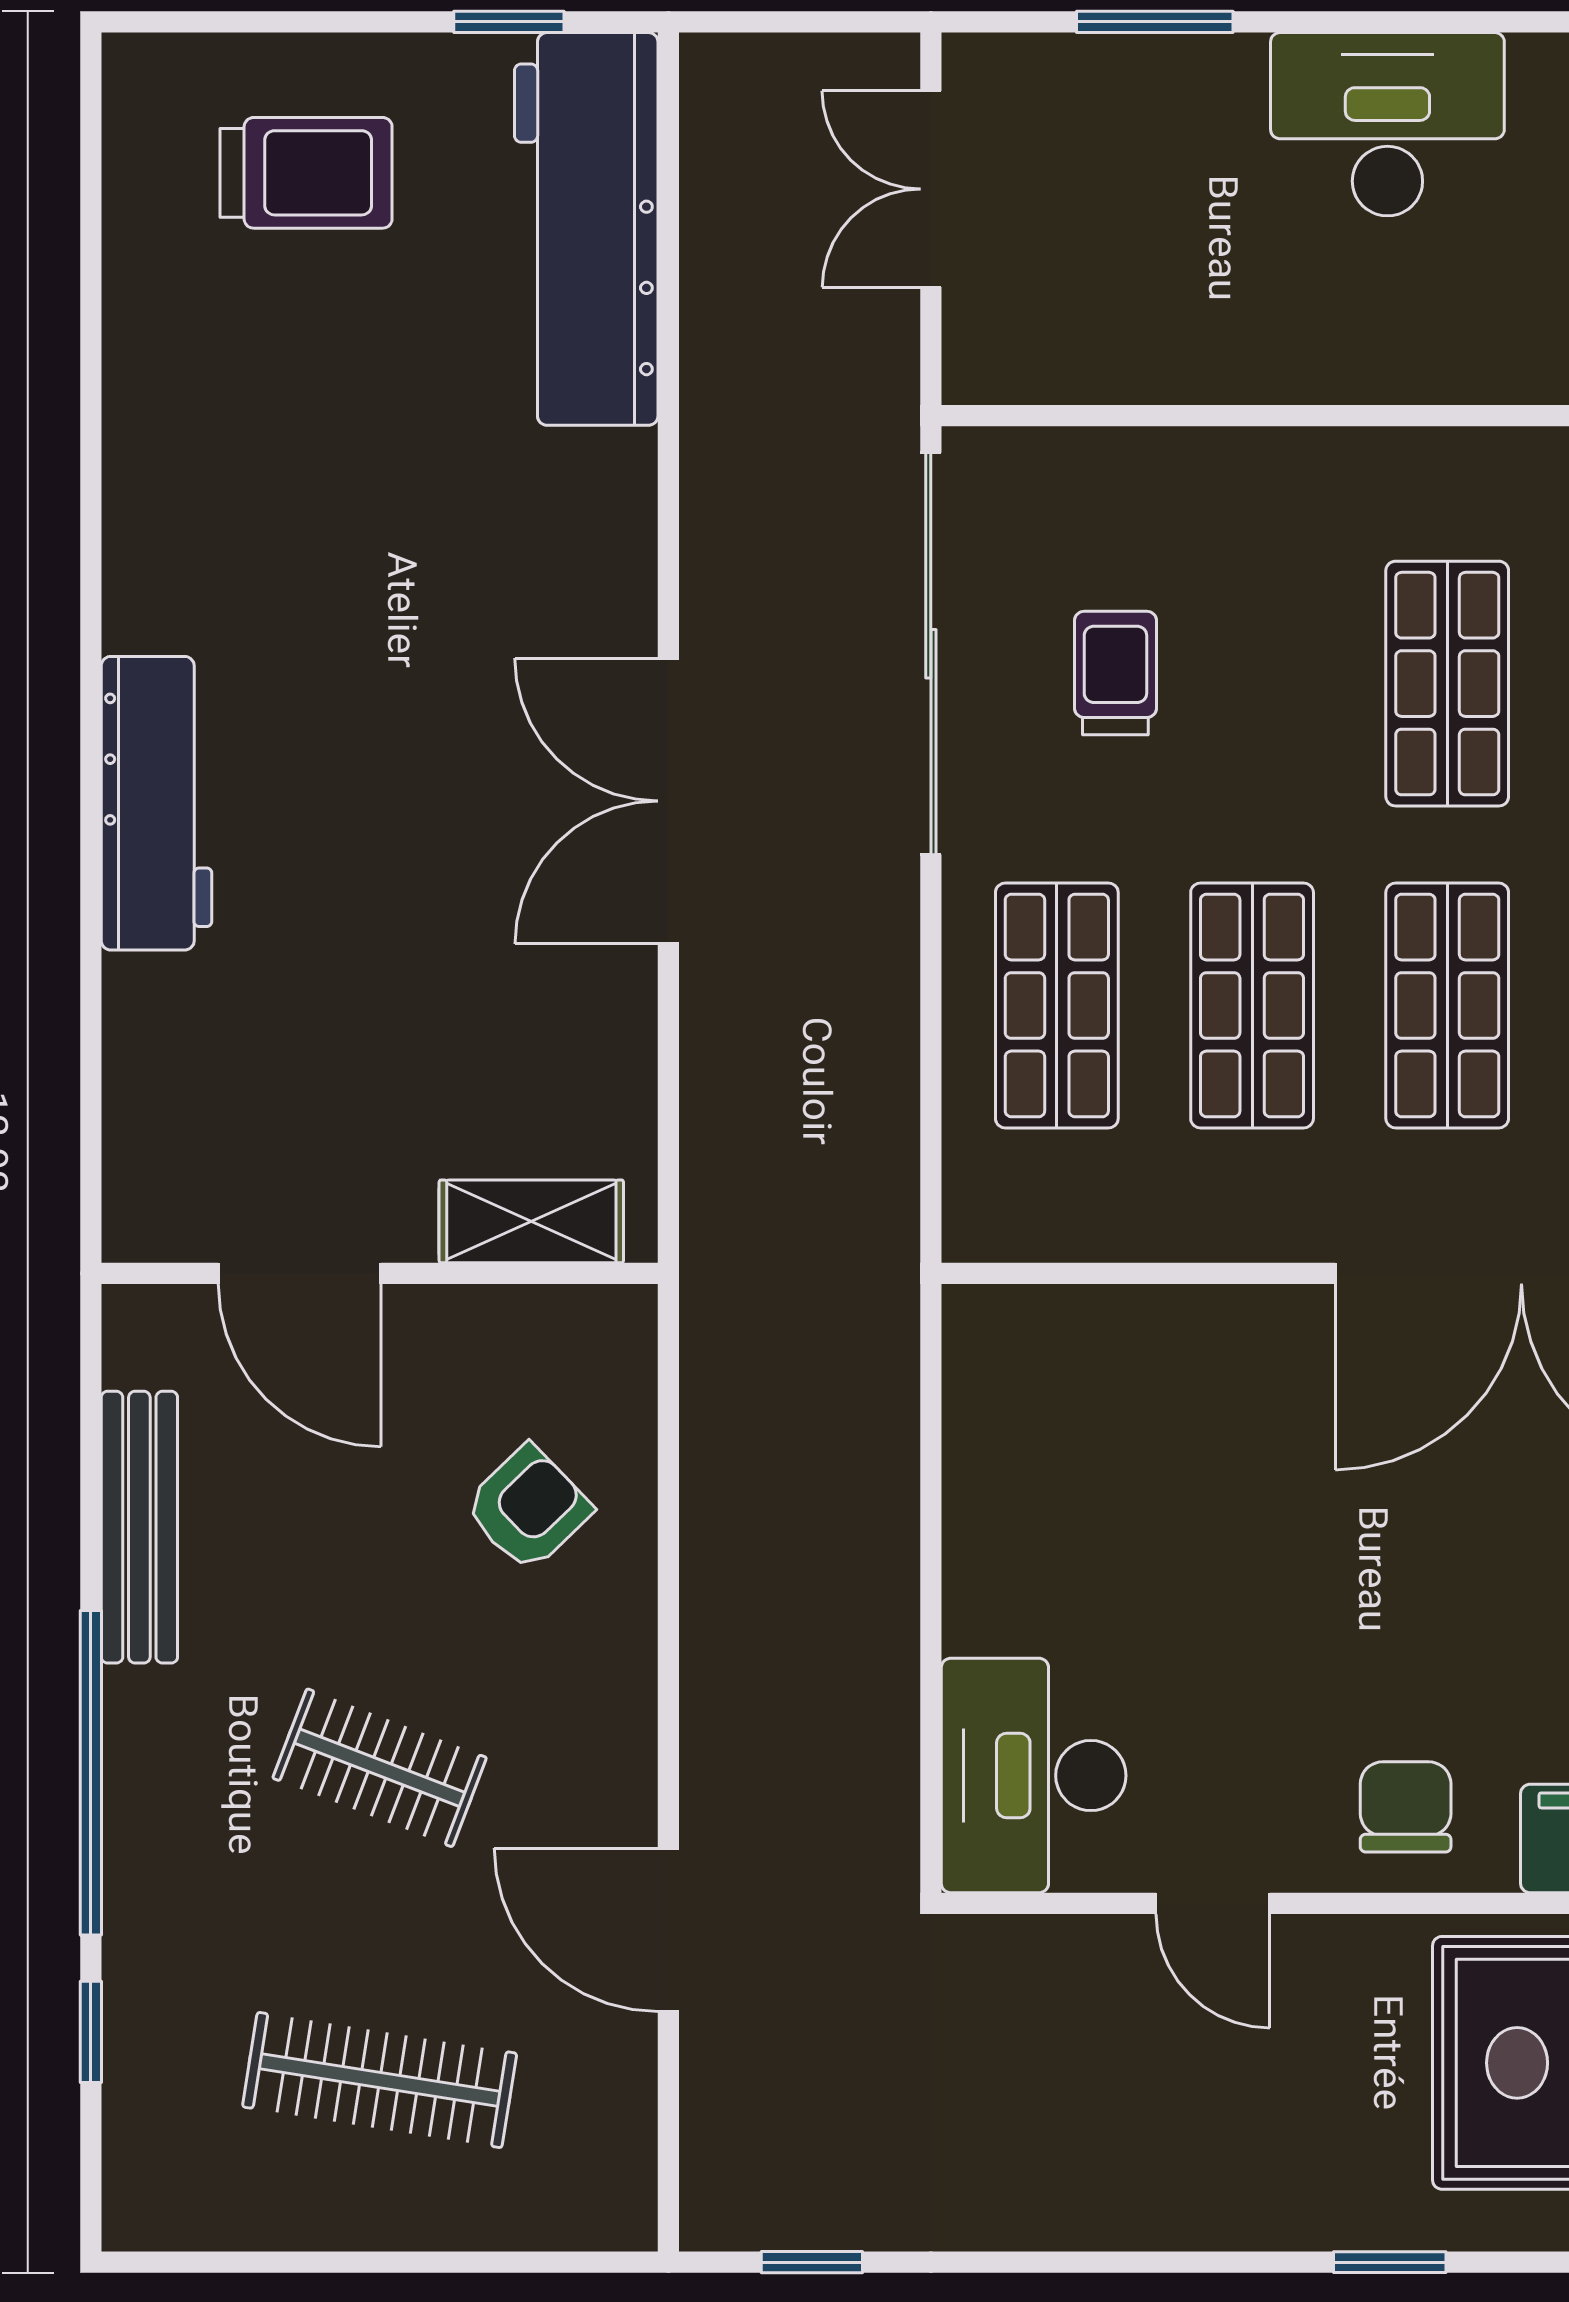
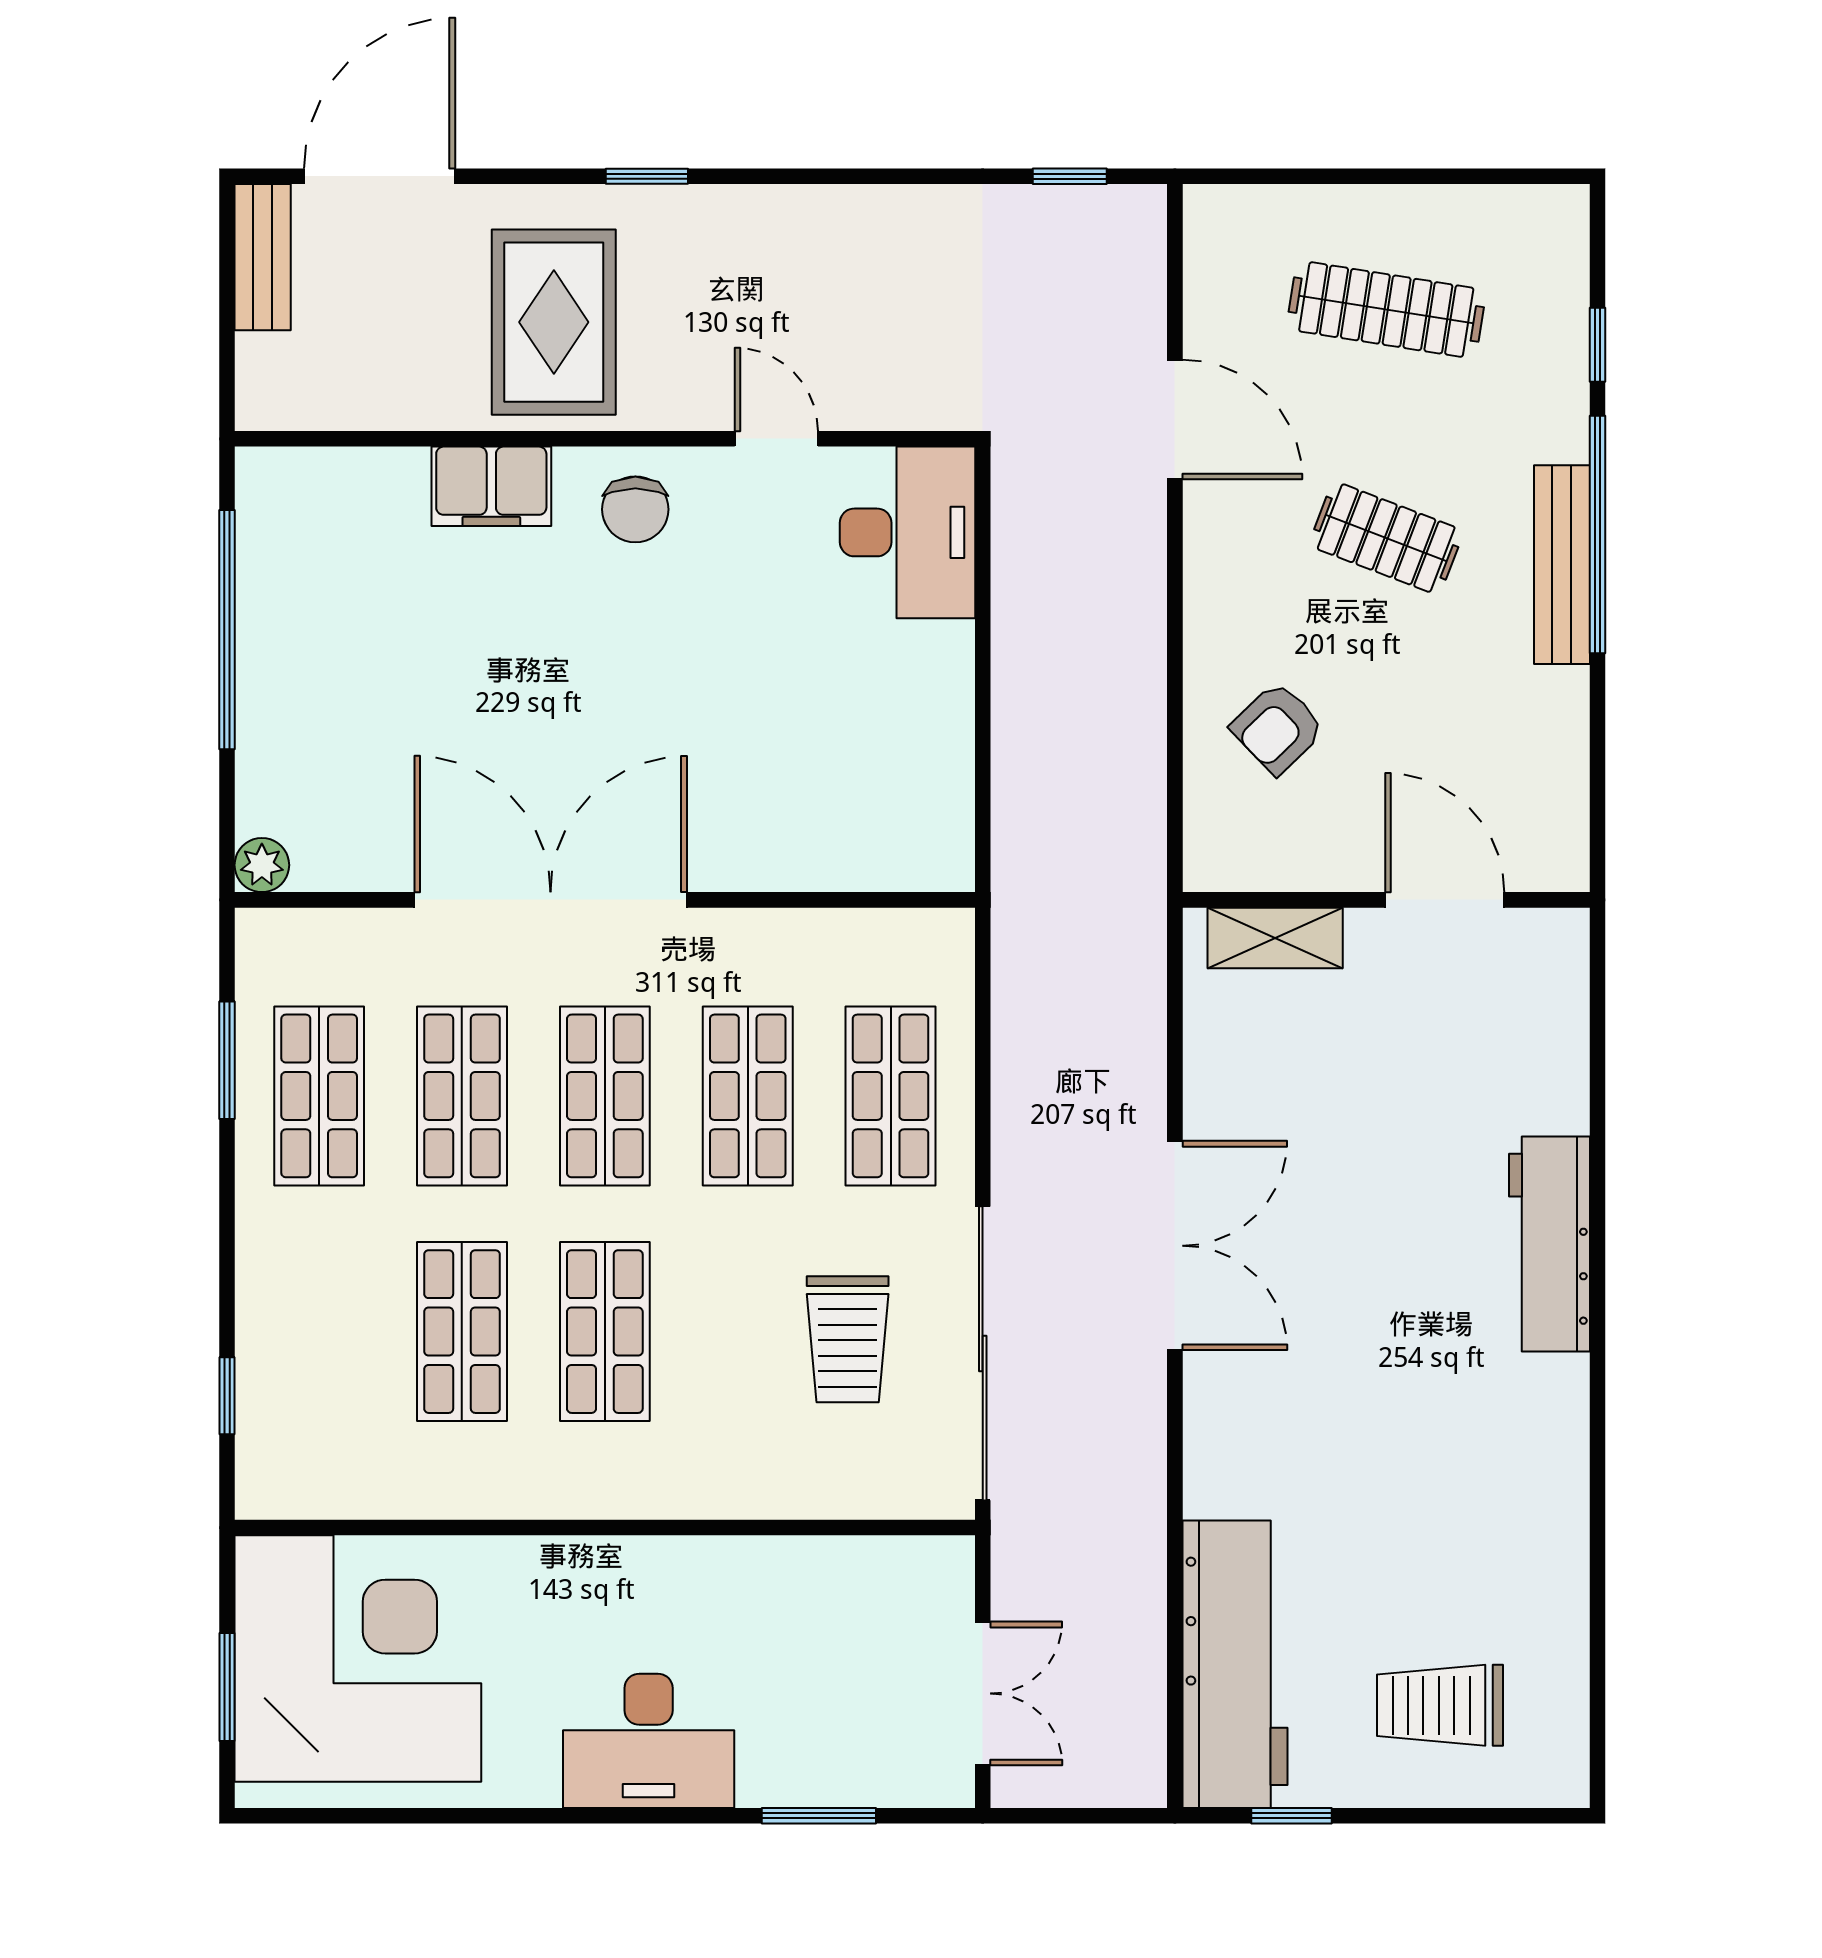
trolley: (1115, 673) -> (848, 1339), width x1.36, depth x1.39
bench: (139, 1527) -> (1562, 565), moved

